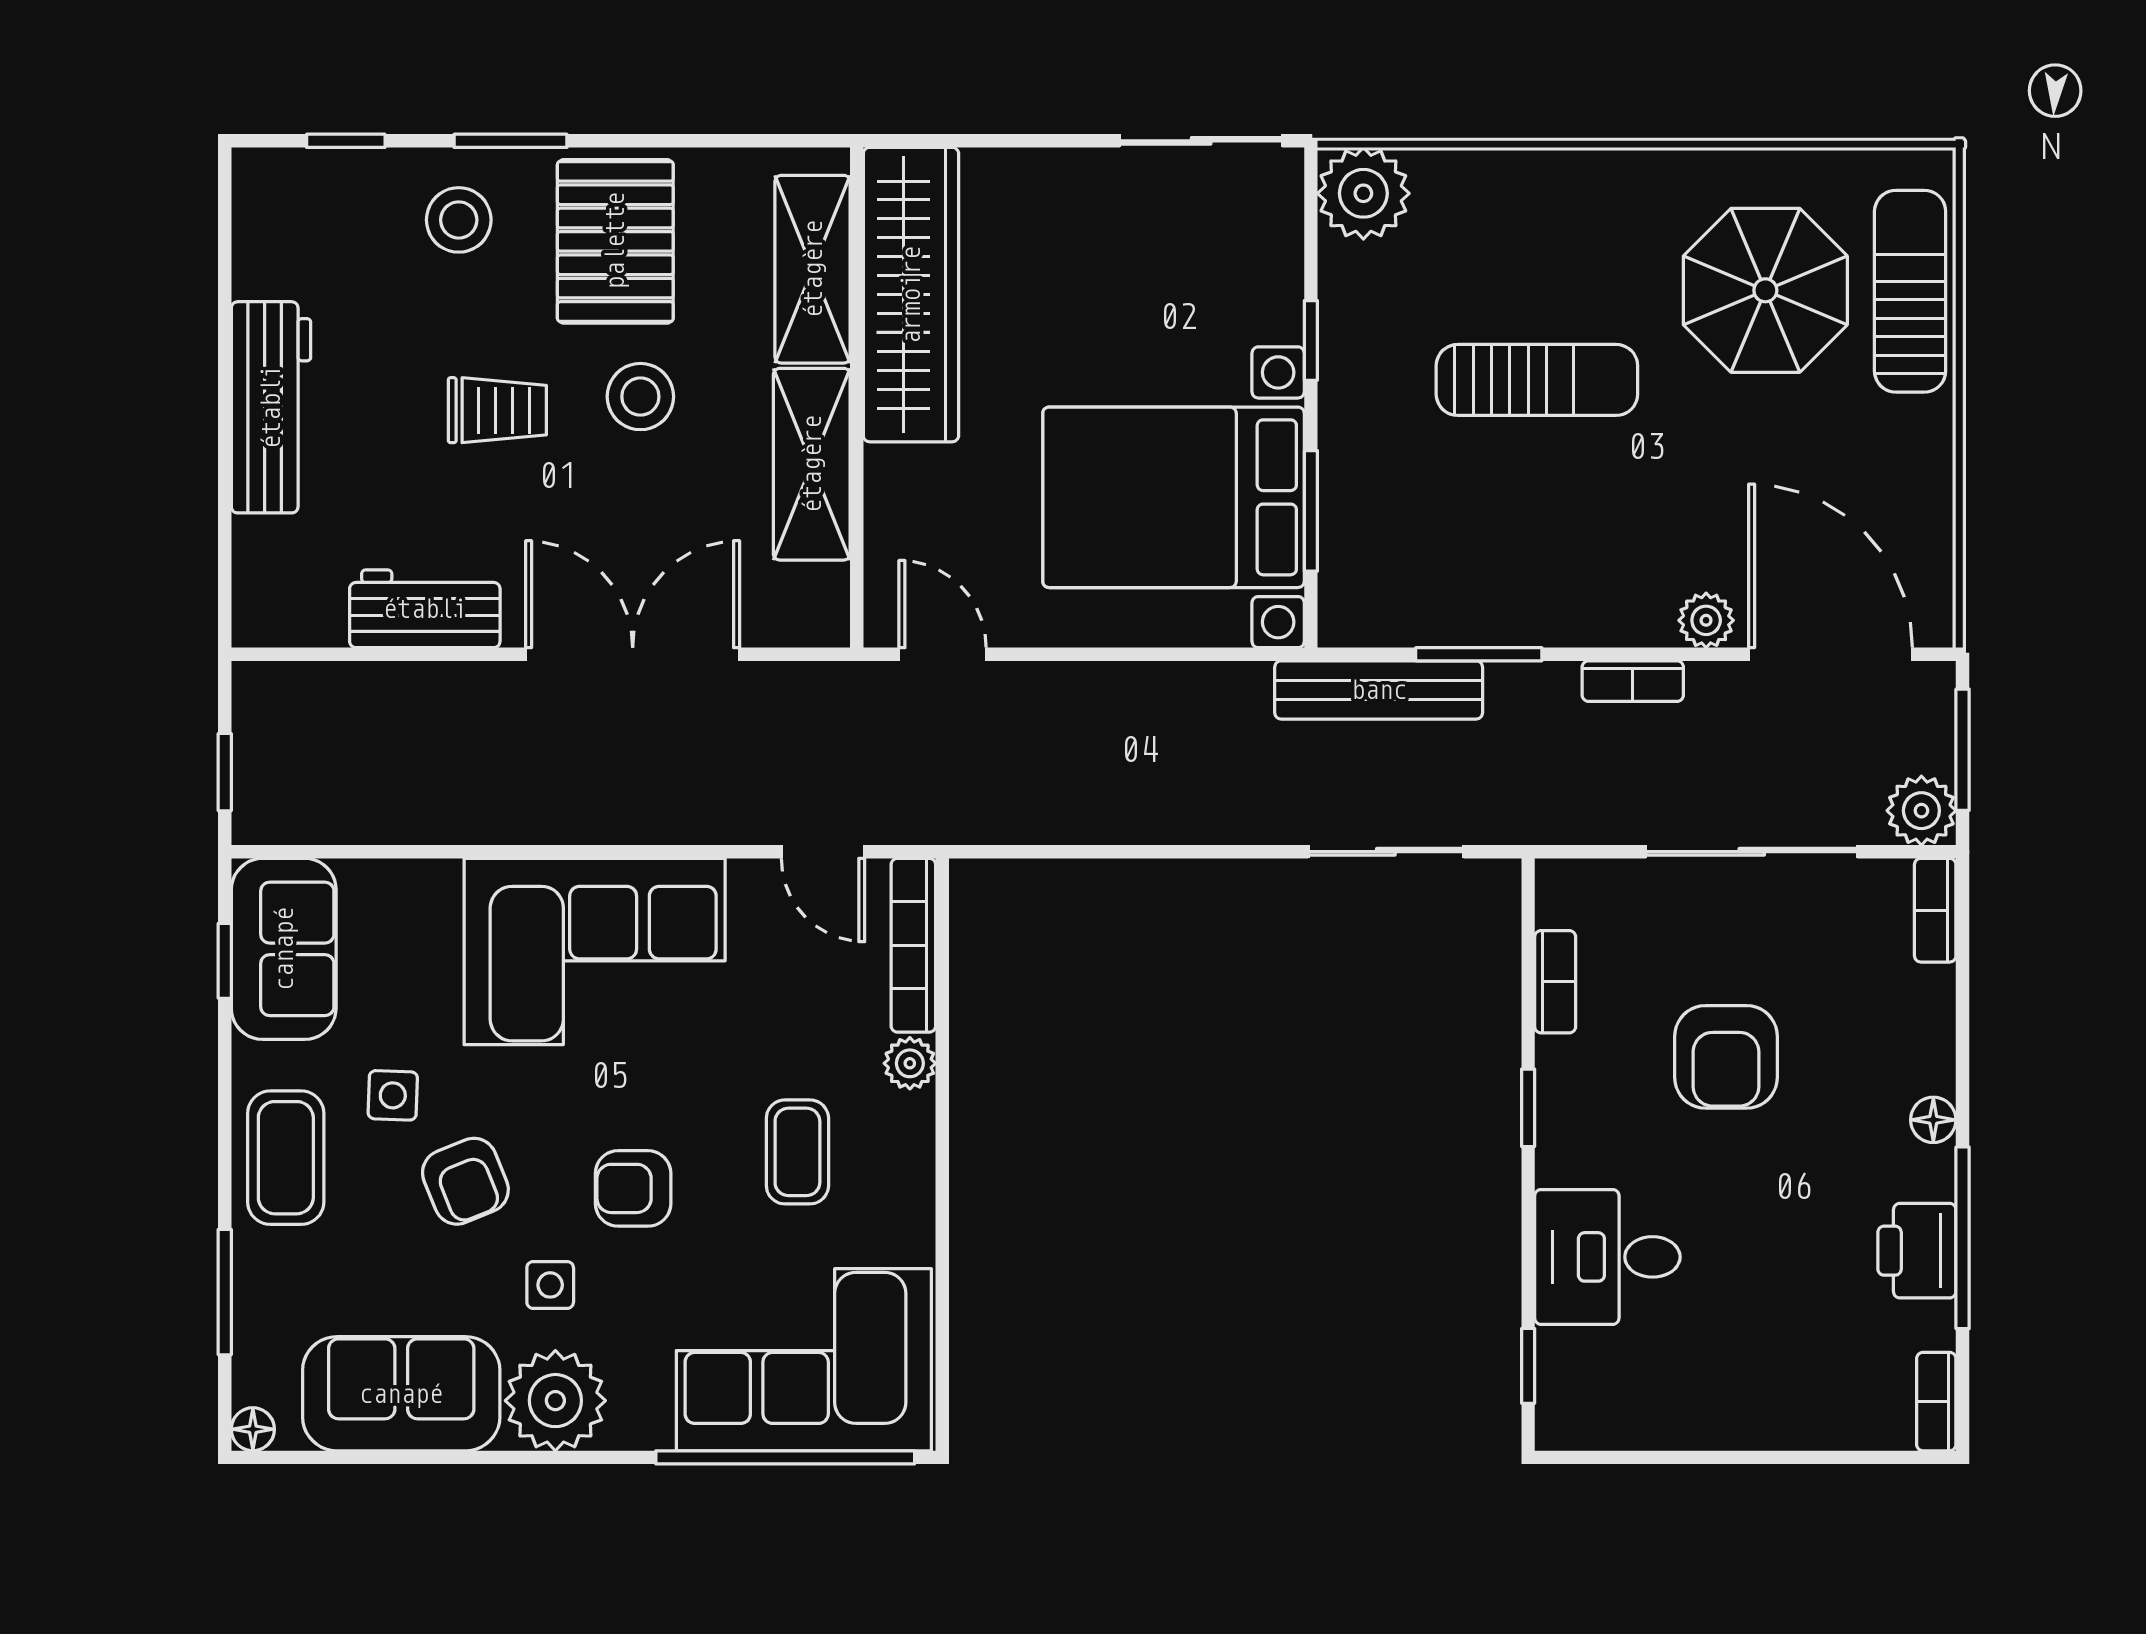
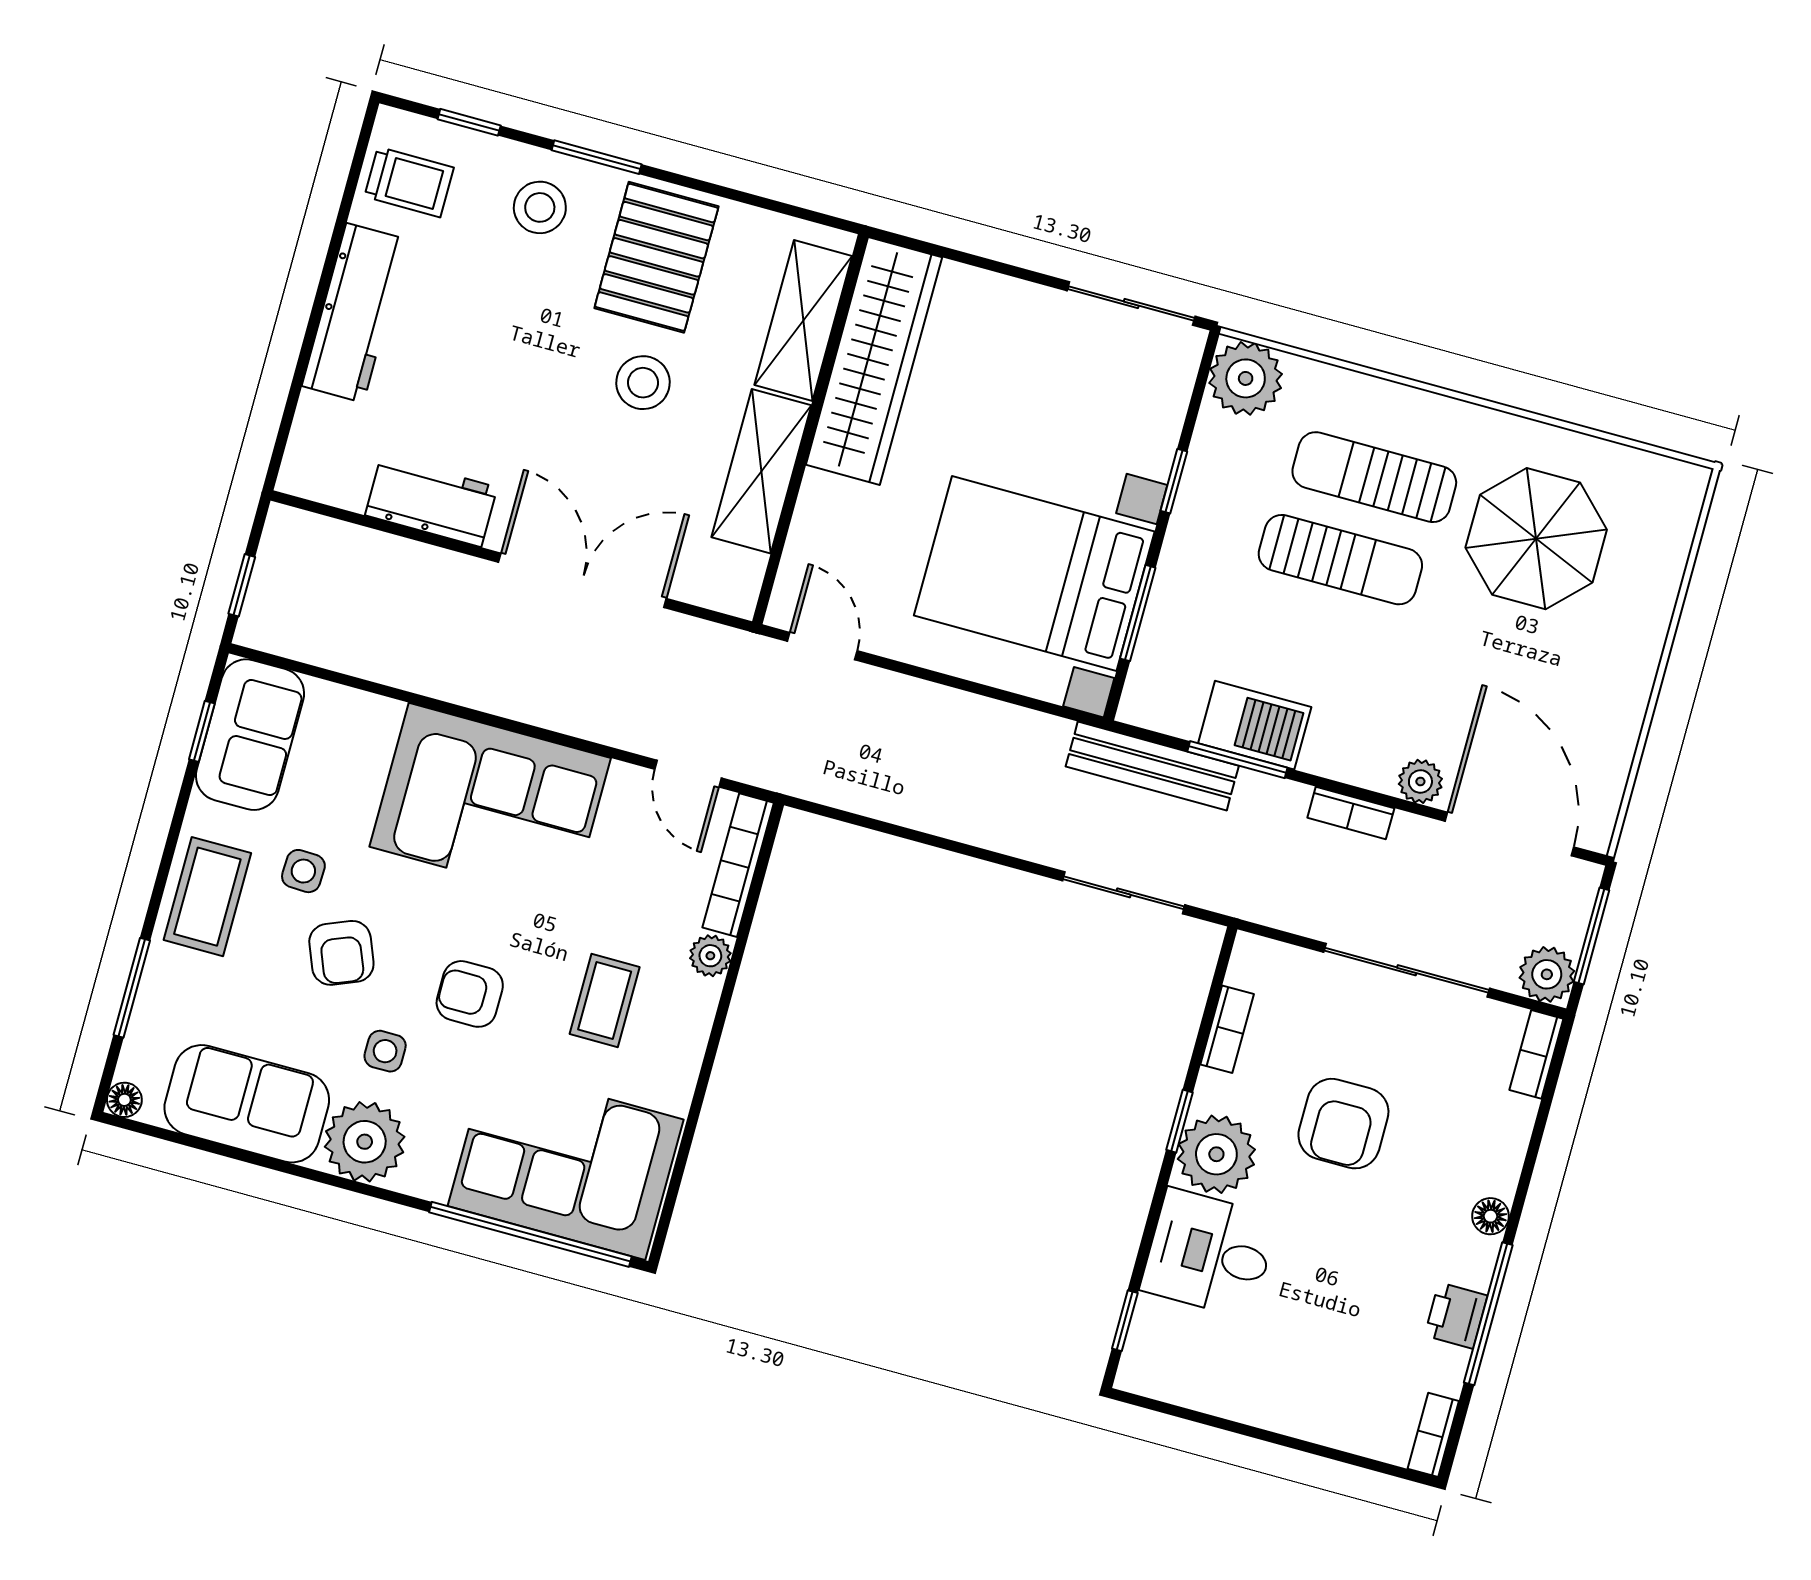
sun lounger: (1910, 291) -> (1374, 477), moved, turned -90
trolley: (497, 410) -> (409, 182), moved
barbecue: (1488, 607) -> (1255, 725), added
plant: (1583, 1136) -> (1216, 1154), added
printer: (1917, 1251) -> (1456, 1316), width x0.73, depth x0.81

